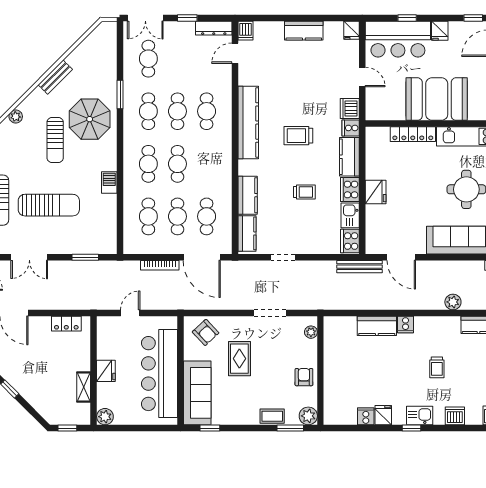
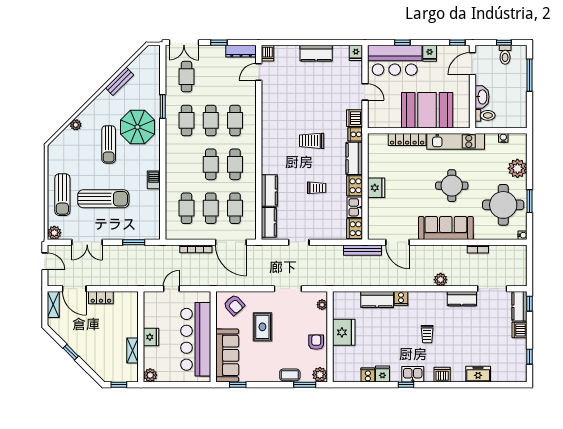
bench: (55, 77) -> (119, 81), moved
kitchen counter: (248, 123) -> (270, 130), removed
cafe table: (148, 164) -> (235, 164), moved
locker: (66, 324) -> (101, 298), moved
fridge: (337, 365) -> (344, 332), added

